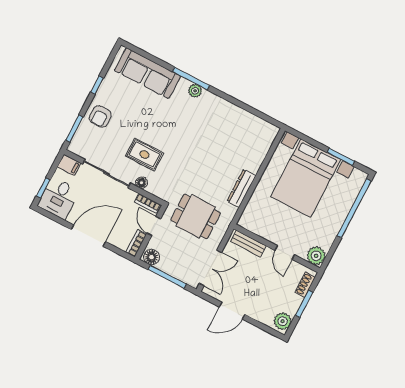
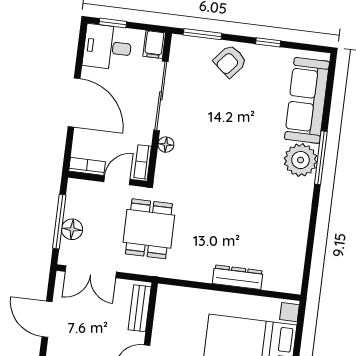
plant: (195, 91) -> (301, 160), width x1.88, depth x1.88
armchair: (100, 116) -> (230, 61), turned -50
rug: (145, 154) -> (203, 135), removed
dresser: (241, 188) -> (238, 277), moved
floor lamp: (152, 257) -> (72, 229), moved

